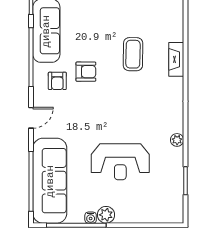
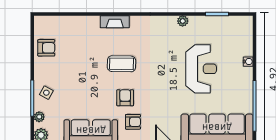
coffee table: (133, 54) -> (122, 64), moved
plant: (106, 215) -> (246, 81), removed
water cooler: (91, 218) -> (248, 62), moved

